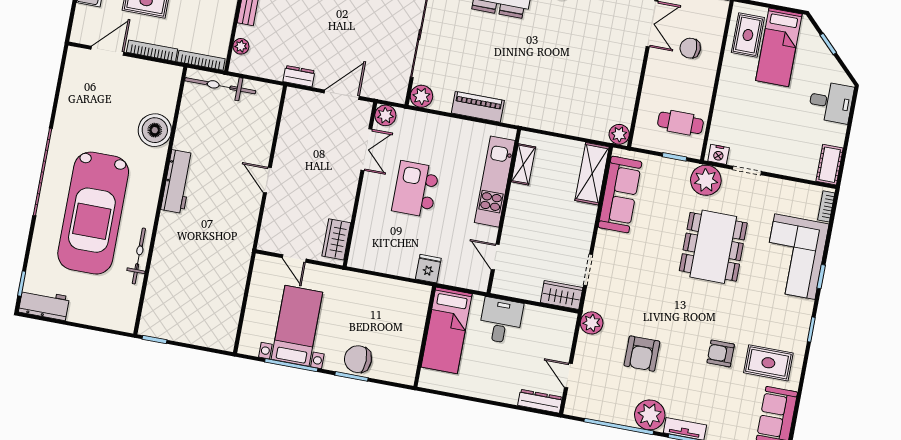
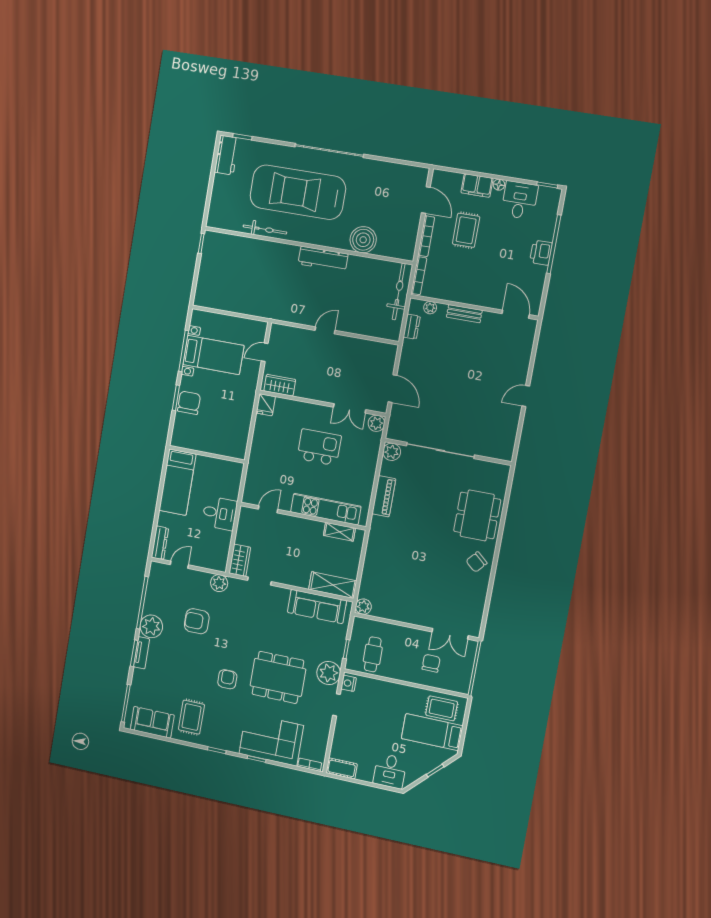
dresser: (299, 76) -> (412, 327), moved
fridge: (428, 269) -> (266, 405), moved, turned 90
bed: (447, 330) -> (177, 482), moved, turned -90
armchair: (721, 353) -> (227, 679), moved

